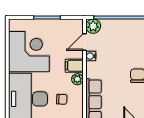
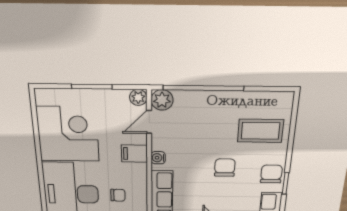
water cooler: (91, 56) -> (158, 158), moved
plant: (77, 79) -> (138, 97), moved

